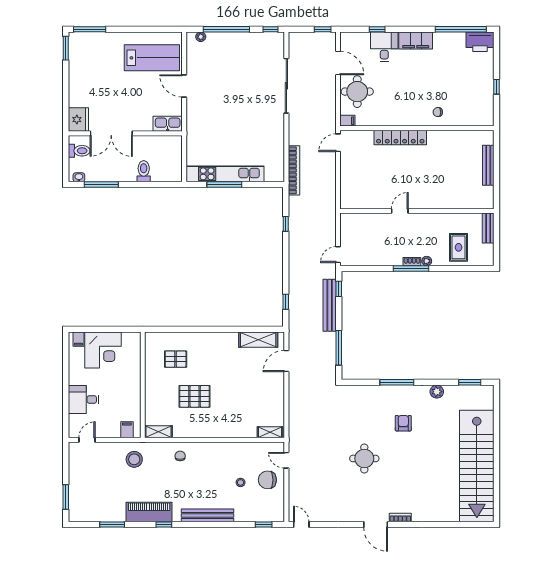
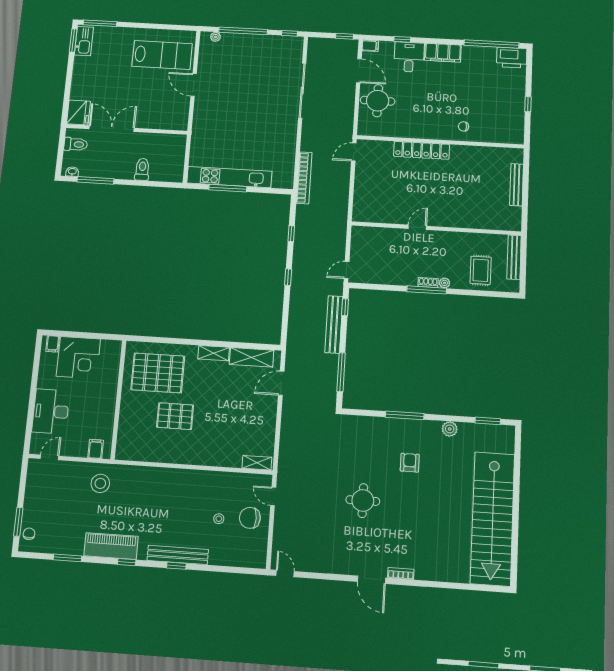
filing cabinet: (347, 121) -> (370, 46), moved
kitchen sink: (168, 124) -> (84, 41), moved, turned 90
double door: (111, 133) -> (112, 128), swing flipped
bench: (488, 228) -> (514, 257), width x1.36
window: (286, 302) -> (288, 277), moved
pallet: (176, 359) -> (158, 373), width x2.05, depth x2.00
desk: (84, 399) -> (51, 411), width x1.37
shelving: (158, 432) -> (214, 353), moved
chair: (180, 456) -> (29, 534), moved
window: (264, 525) -> (176, 566), moved

